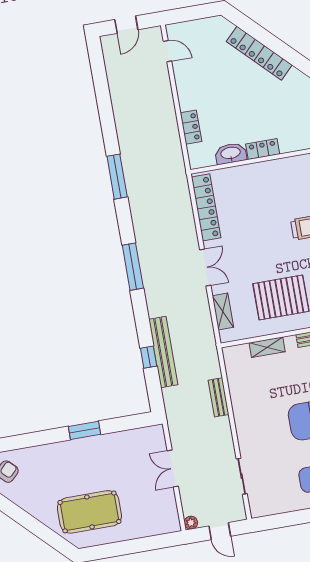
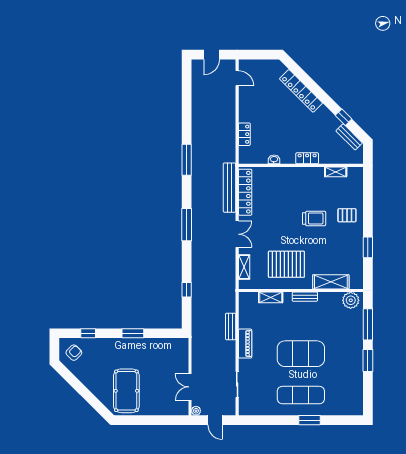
locker: (263, 149) -> (307, 158), moved
washbasin: (231, 153) -> (274, 159), width x0.52, depth x0.69
bench: (163, 352) -> (230, 188), moved
piano: (243, 418) -> (245, 344), added
window: (22, 441) -> (88, 333), added
double door: (173, 469) -> (190, 387), moved
pool table: (89, 512) -> (126, 391), turned 90

